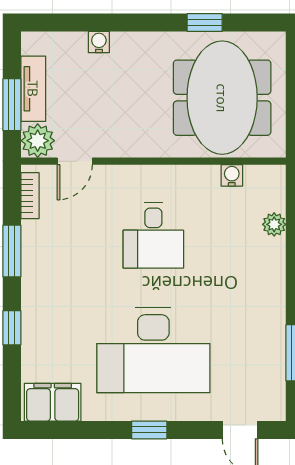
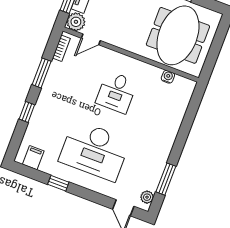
plant: (274, 224) -> (147, 197), moved
filing cabinet: (53, 402) -> (33, 158), width x0.50
window: (149, 430) -> (58, 183), moved

